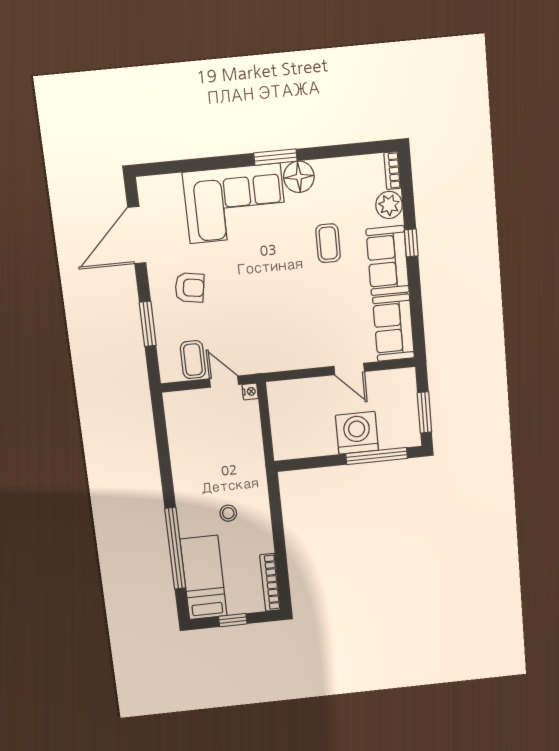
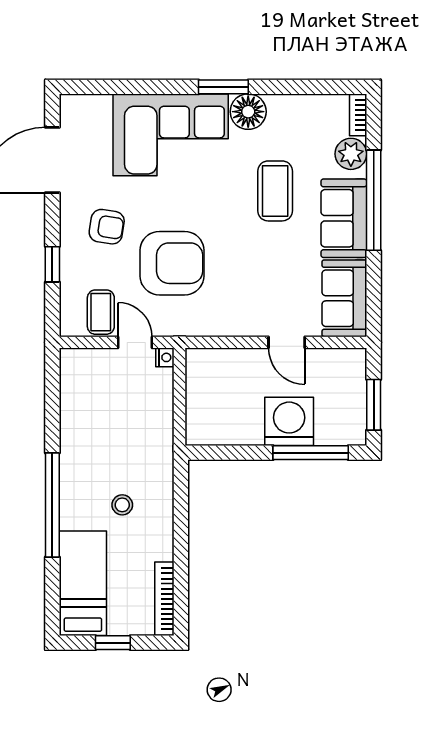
coffee table: (328, 243) -> (275, 191), width x1.36, depth x1.30
window: (411, 243) -> (374, 200), width x3.17
armchair: (248, 313) -> (172, 263), added
window: (148, 324) -> (52, 264), width x0.67
window: (175, 548) -> (52, 505), moved

